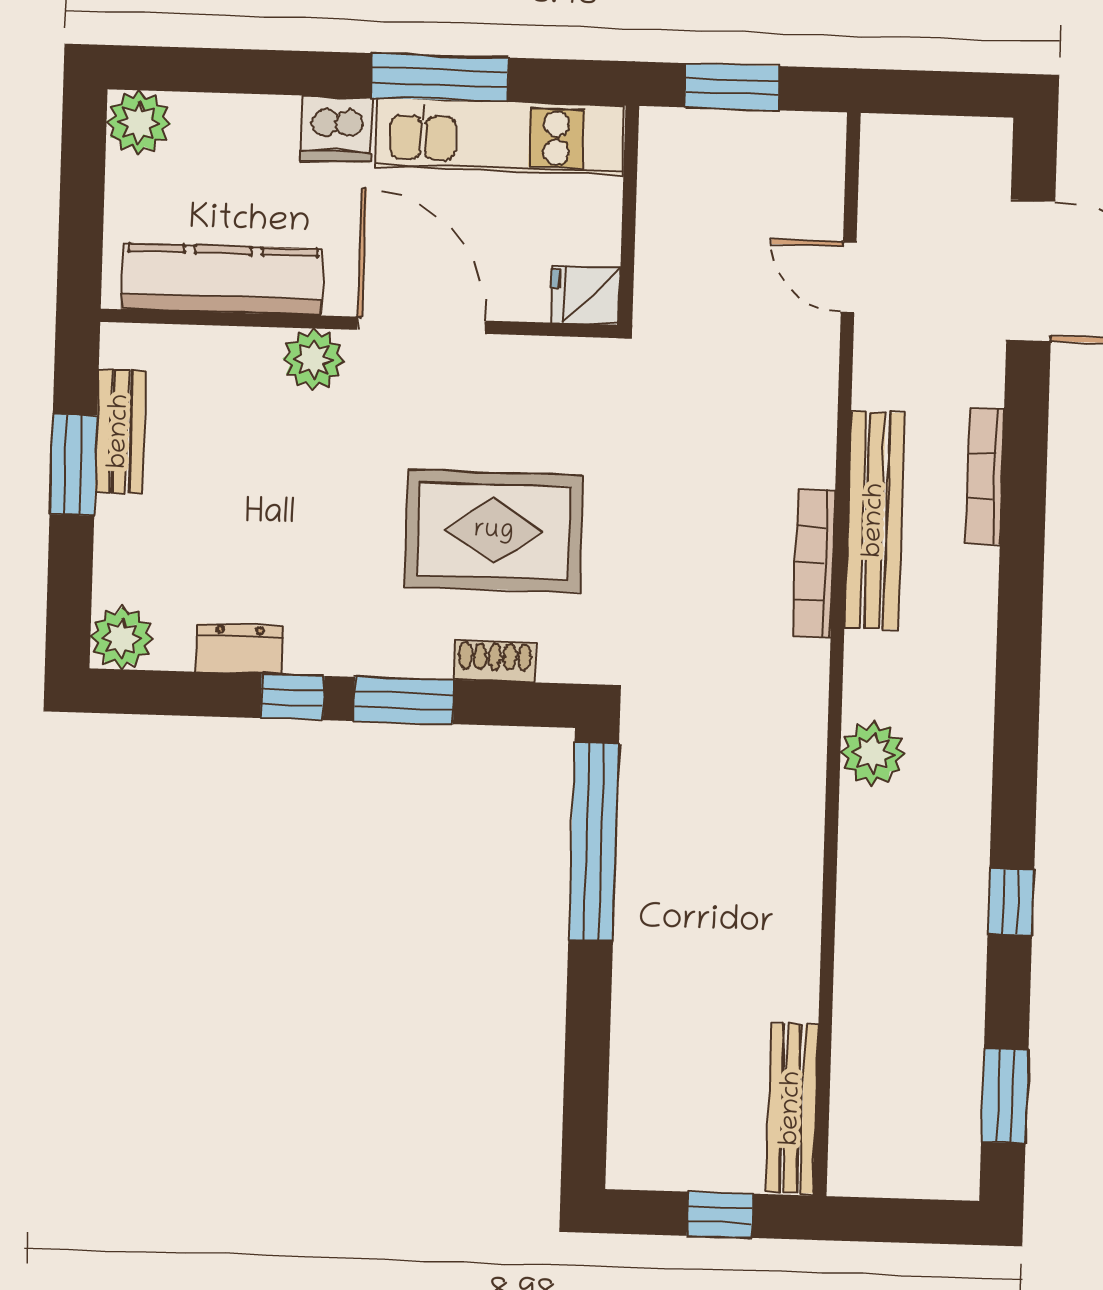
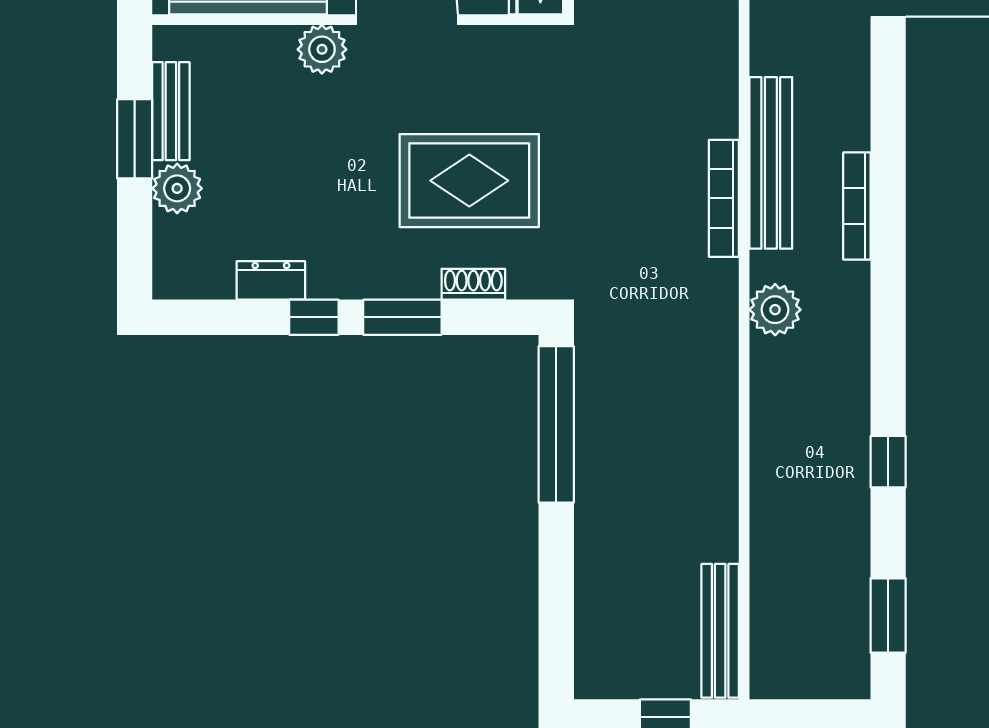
bookcase: (985, 476) -> (857, 206), moved
plant: (122, 638) -> (177, 188), moved
plant: (873, 754) -> (775, 310), moved

